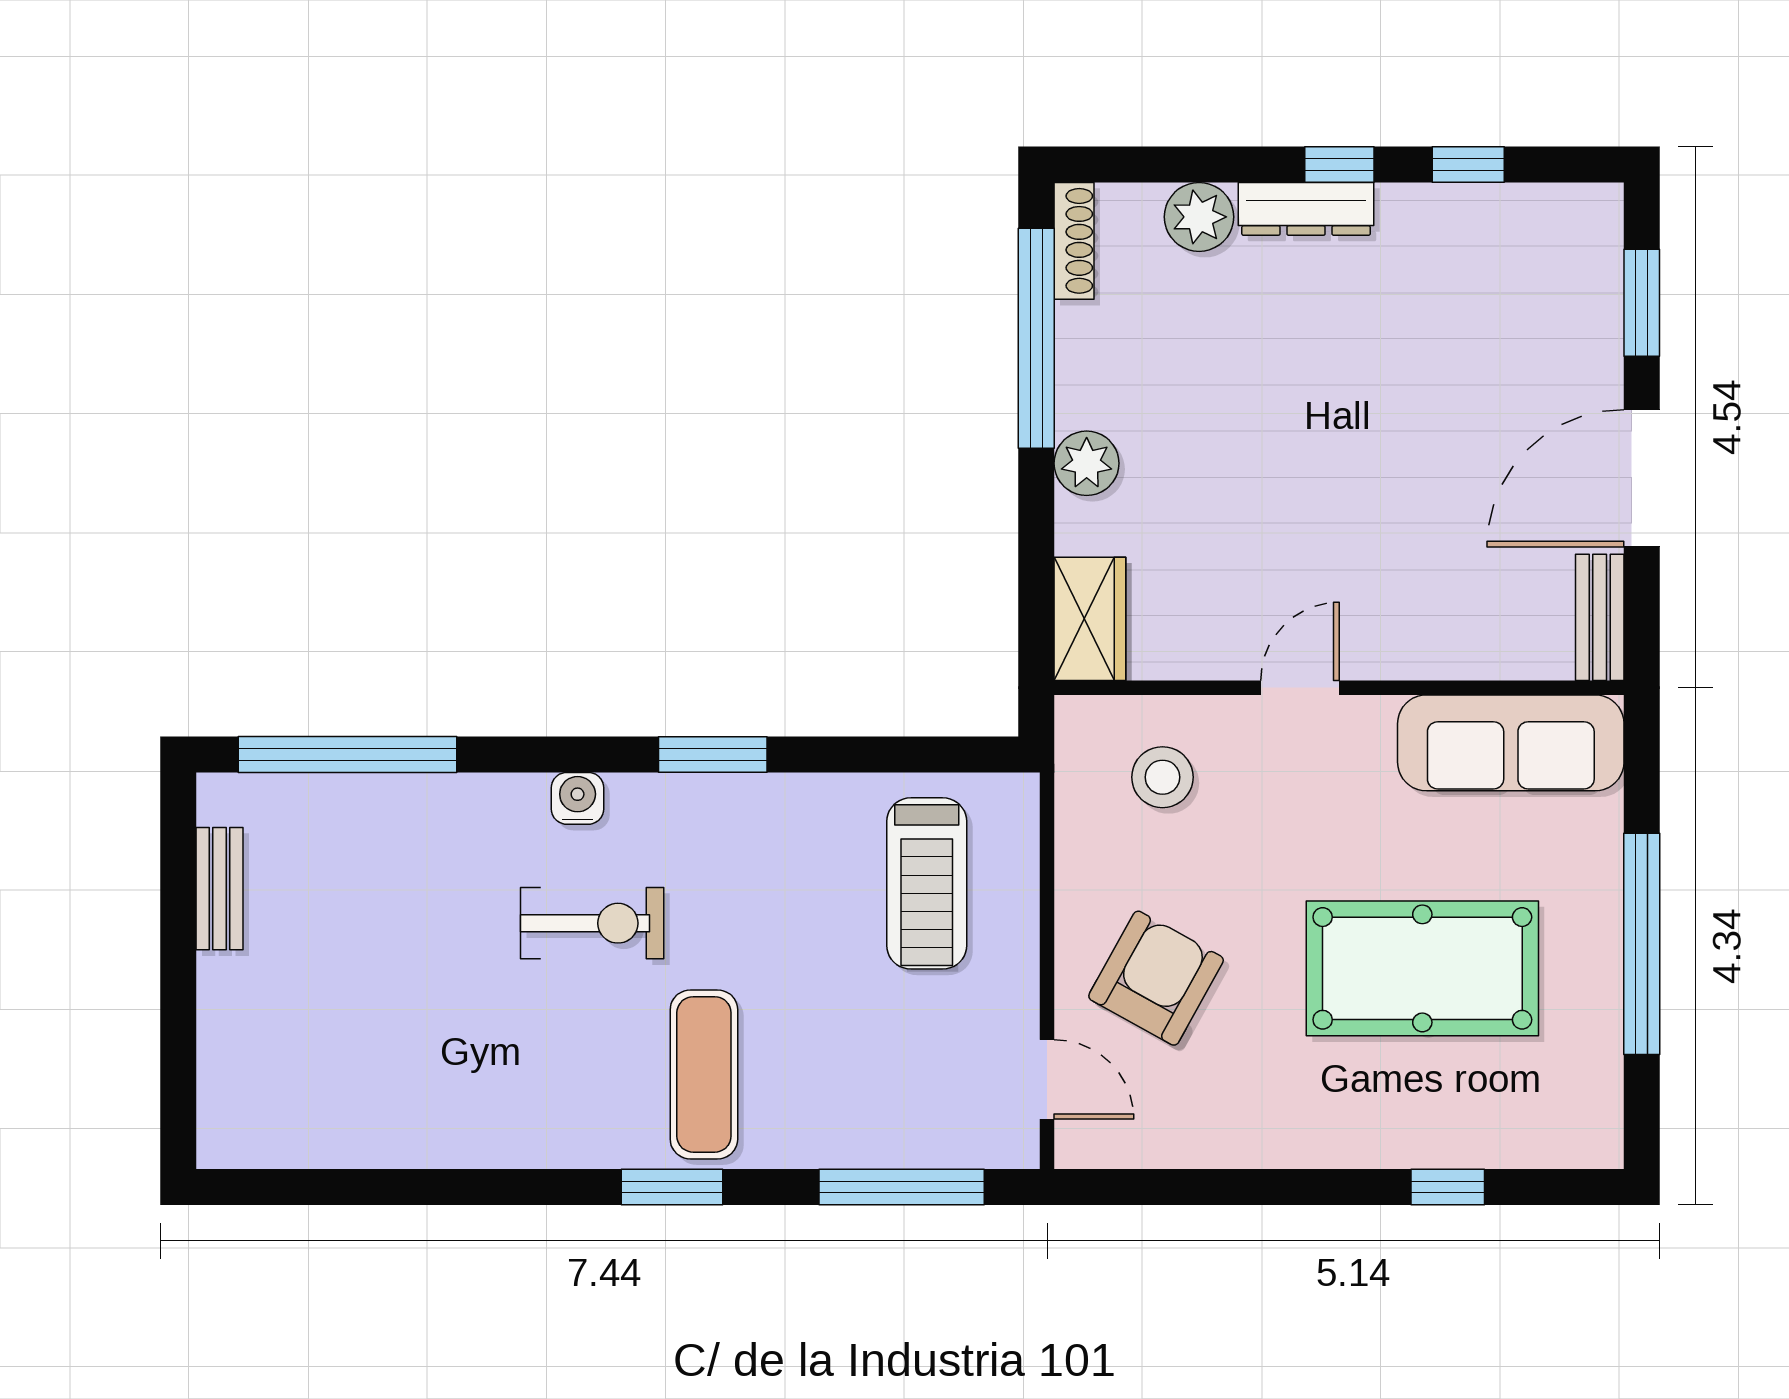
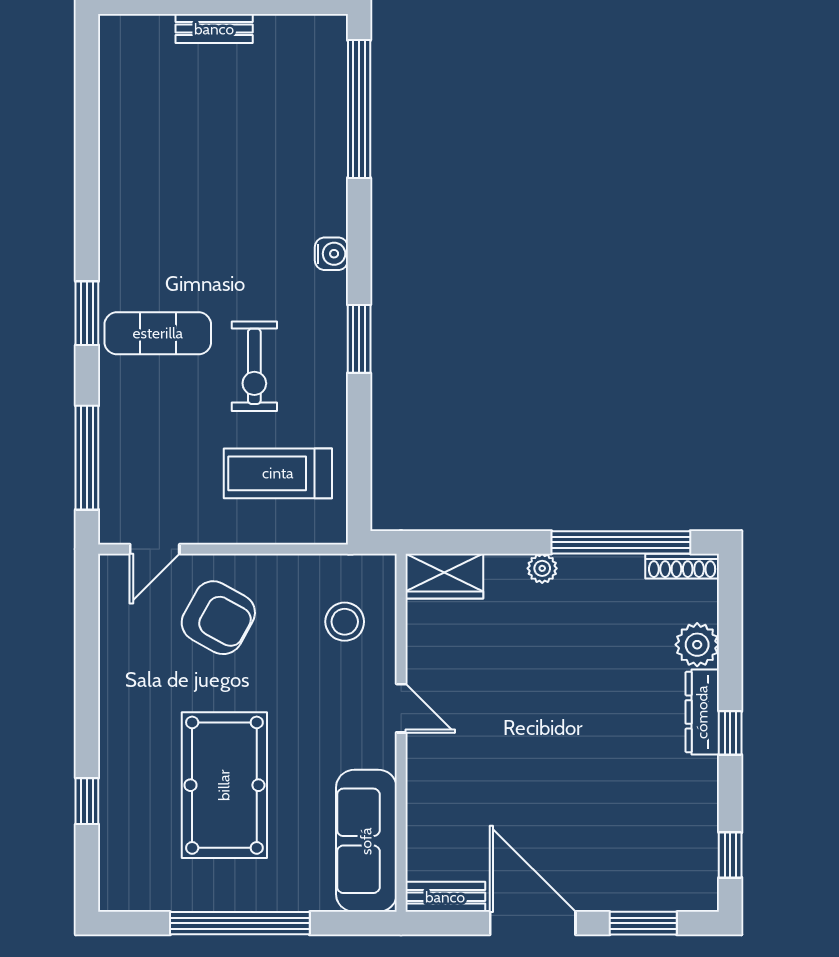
window: (1468, 164) -> (730, 855), moved
plant: (1087, 463) -> (542, 568), width x0.73, depth x0.73
bench: (219, 889) -> (214, 29), moved
exercise bike: (592, 923) -> (254, 366), moved

